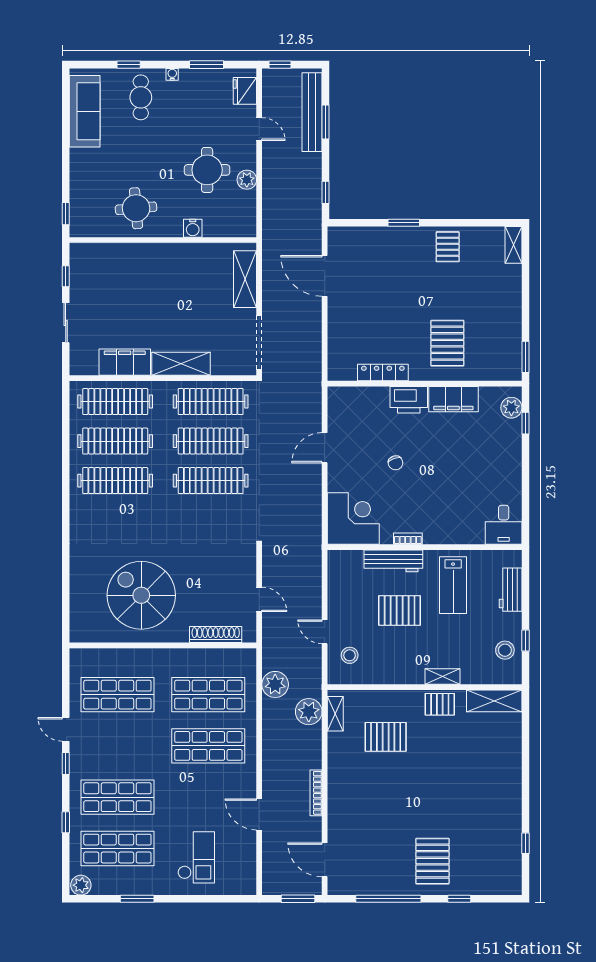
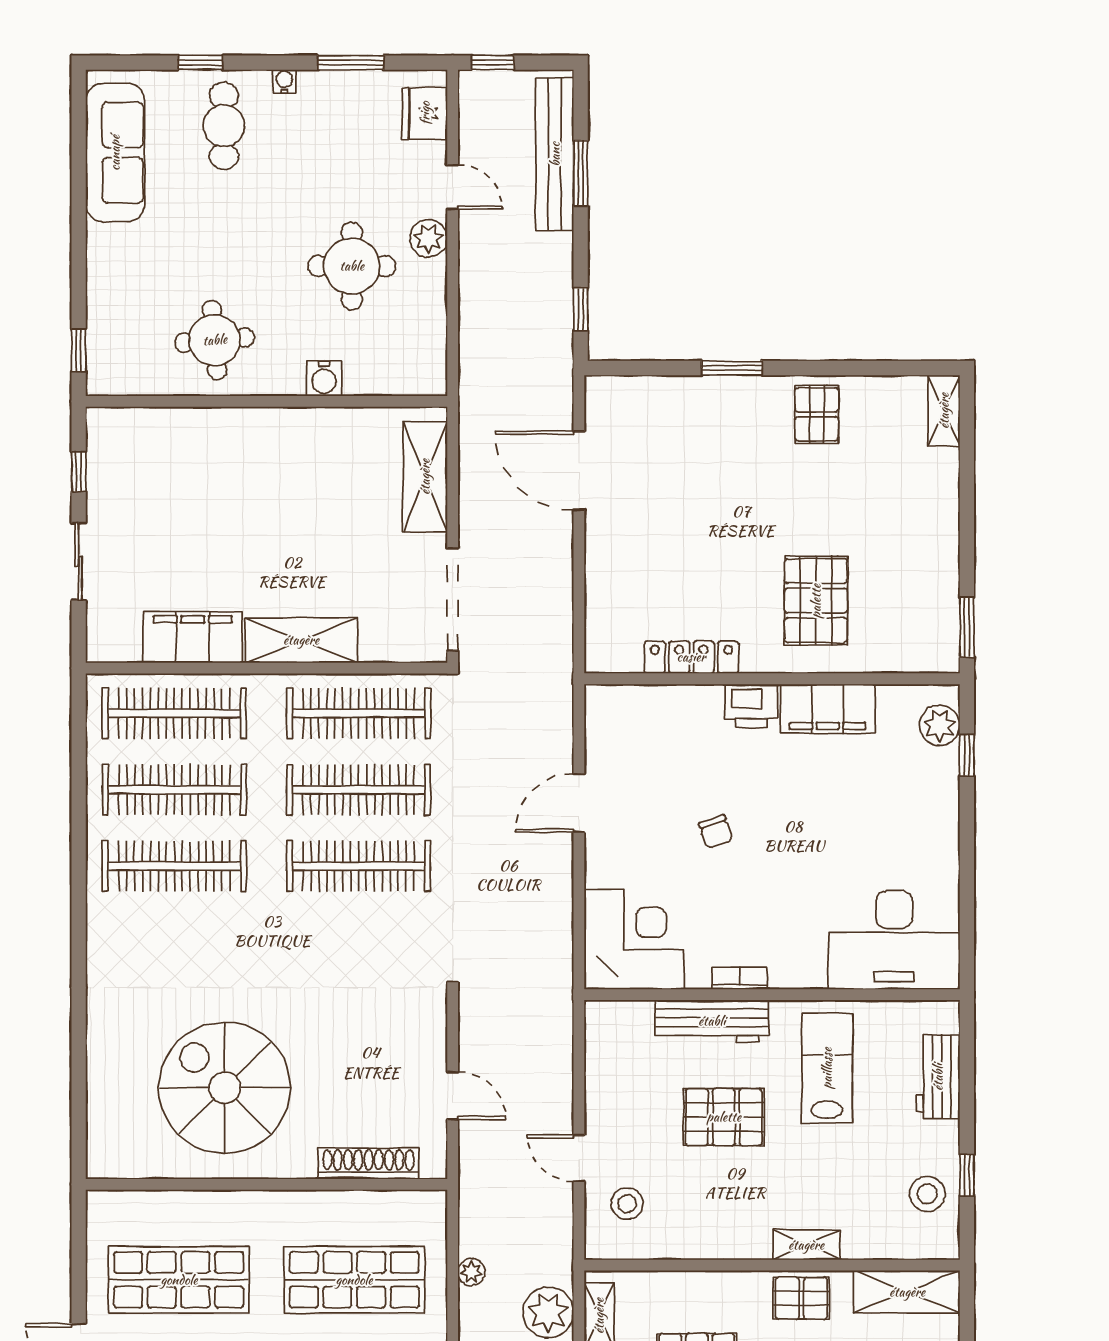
plant: (247, 180) -> (429, 238), moved
printer: (409, 400) -> (751, 706), width x0.73, depth x0.84
desk: (504, 525) -> (894, 940), width x1.87, depth x1.30
lab bench: (453, 585) -> (827, 1068), turned 180
plant: (275, 684) -> (471, 1272), width x0.53, depth x0.53

